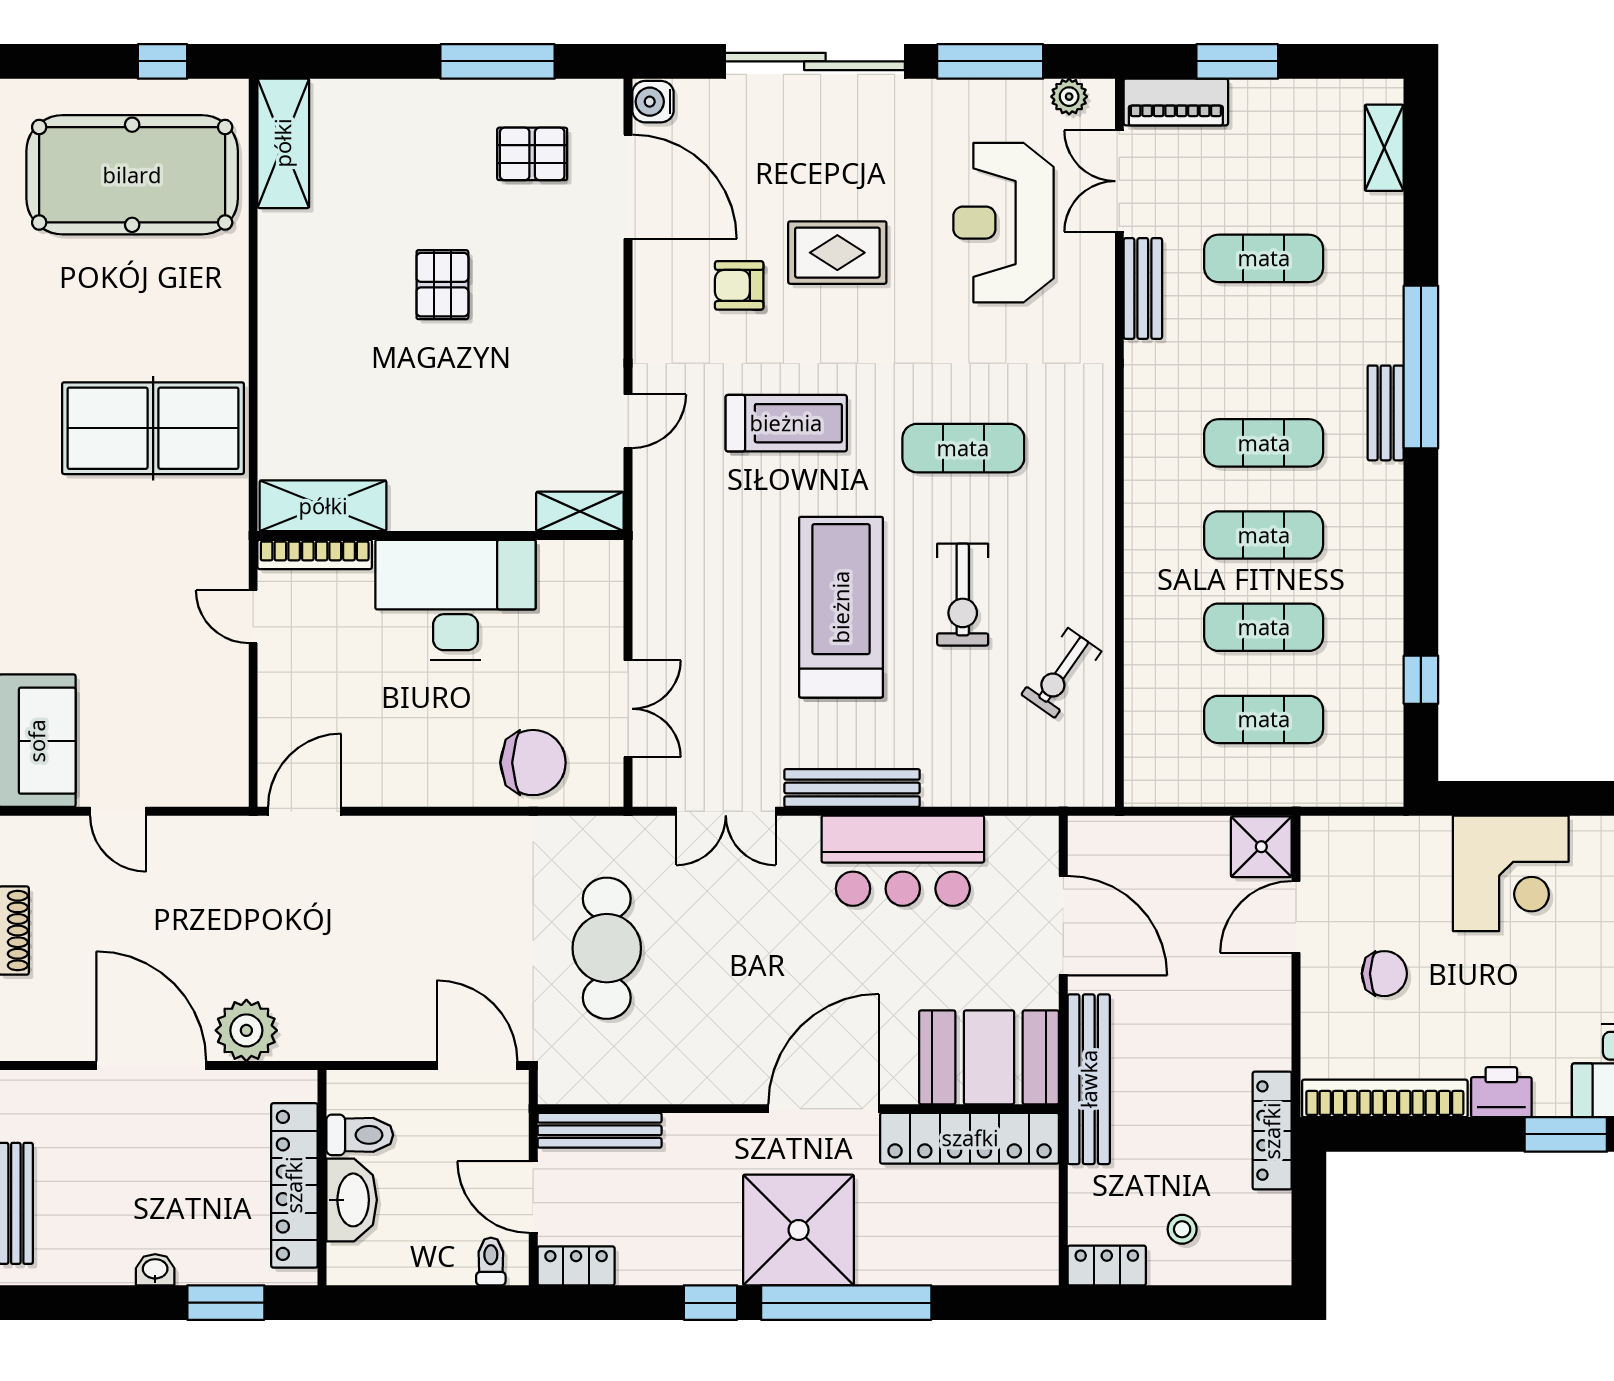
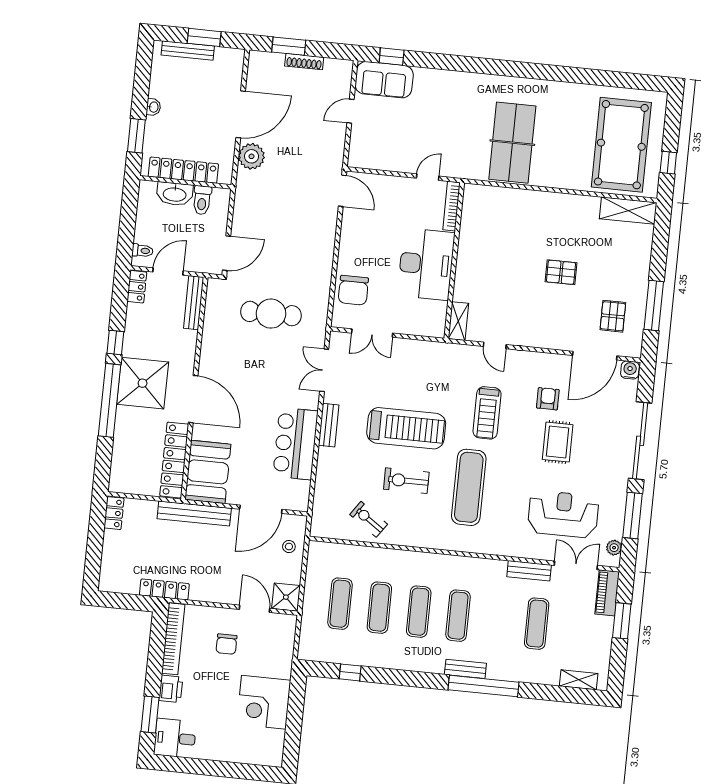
exercise mat: (963, 448) -> (469, 487), width x1.36, depth x1.45
shelving: (323, 506) -> (472, 212), removed
bench: (852, 788) -> (329, 425), width x0.73
stool: (1182, 1229) -> (289, 547), moved

